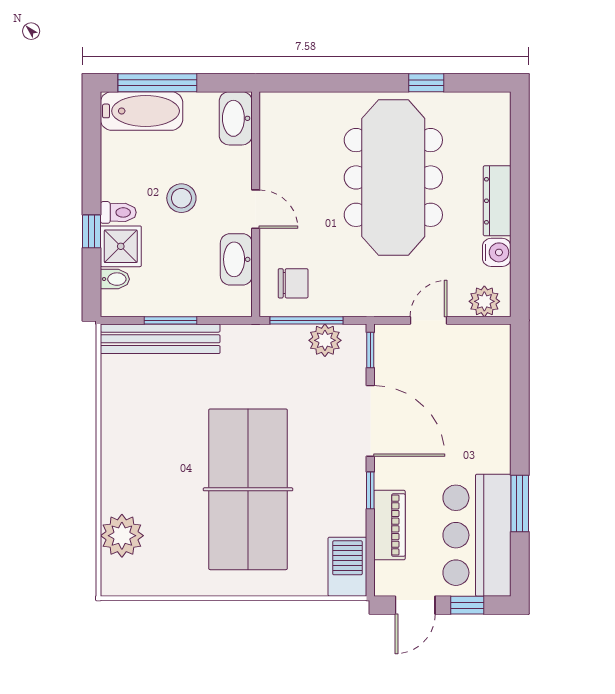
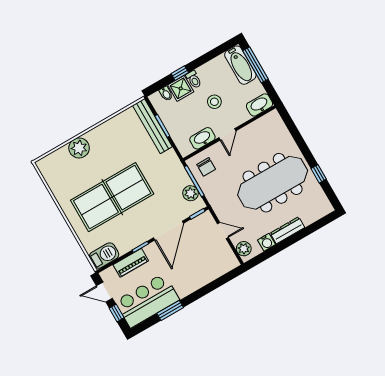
plant: (122, 536) -> (79, 148), moved

